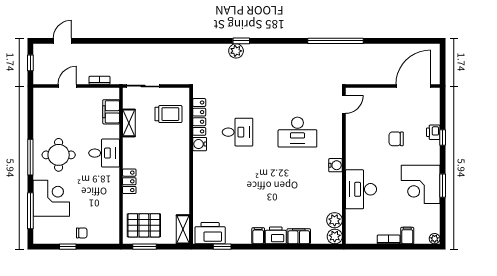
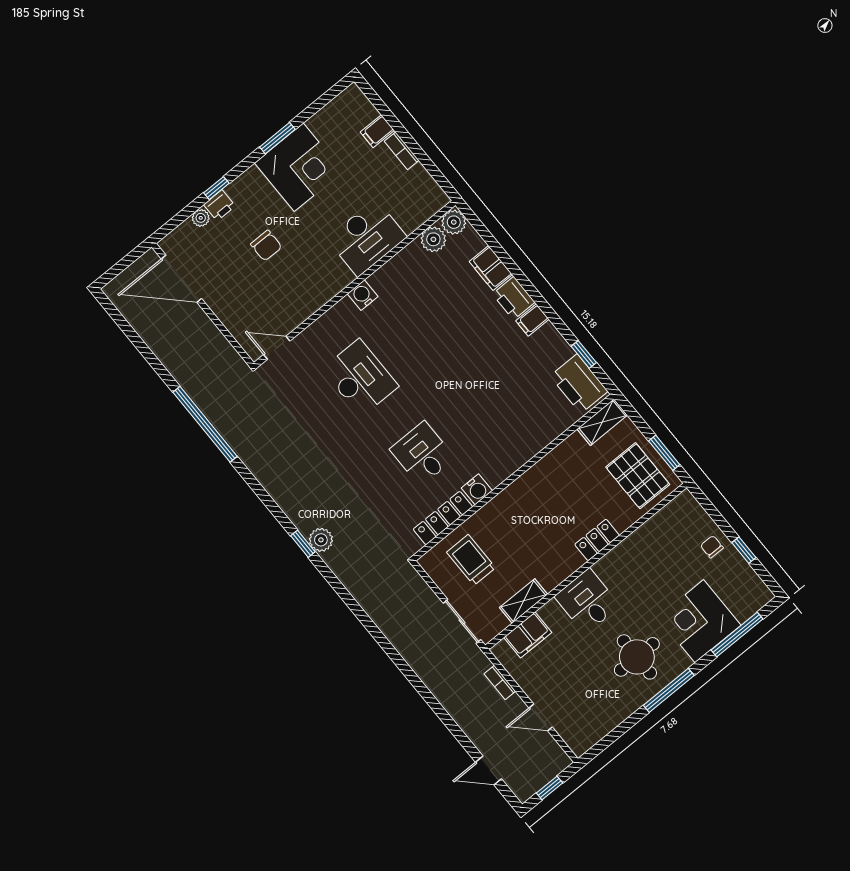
plant: (435, 239) -> (201, 218), moved

